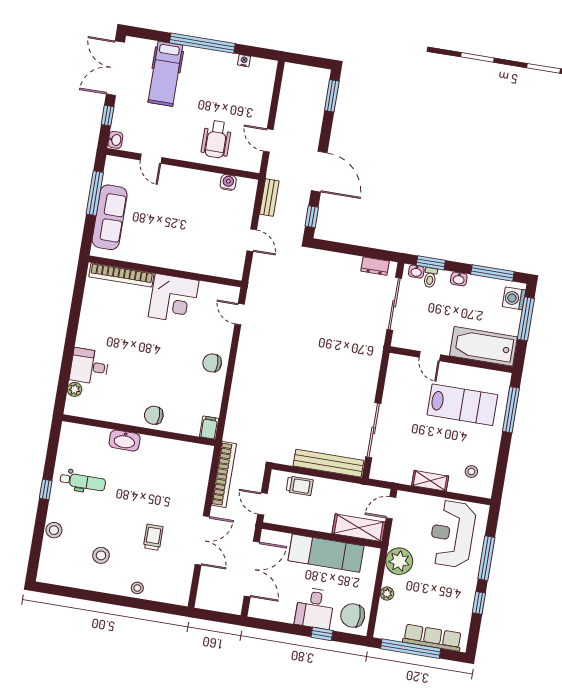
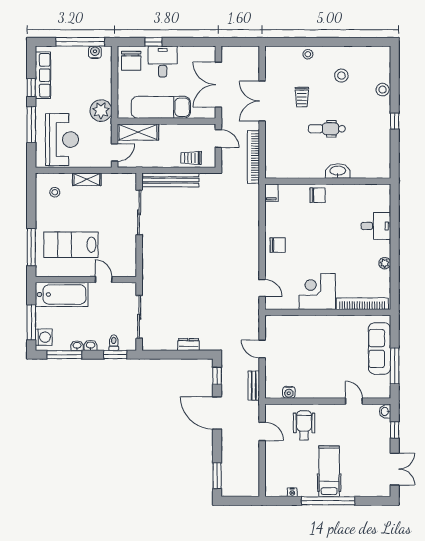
double door: (115, 68) -> (395, 469), width x0.73
hospital bed: (165, 74) -> (329, 471), moved
dresser: (375, 266) -> (189, 345), moved
washbasin: (416, 272) -> (77, 346), moved
plant: (75, 389) -> (385, 263), moved
dental chair: (83, 482) -> (327, 129), moved
plant: (387, 594) -> (106, 83), removed
chair: (353, 615) -> (131, 61), turned 90
water cooler: (395, 633) -> (95, 52), added
row of seats: (432, 638) -> (43, 75), moved, turned -90

